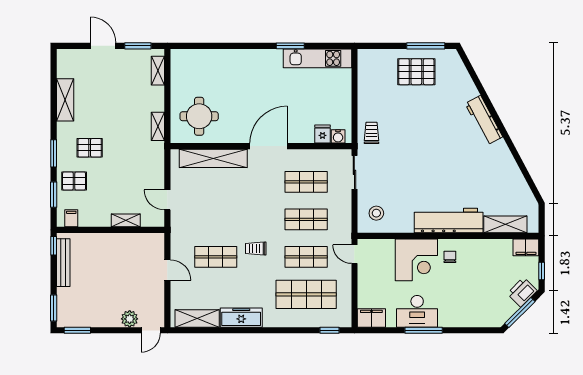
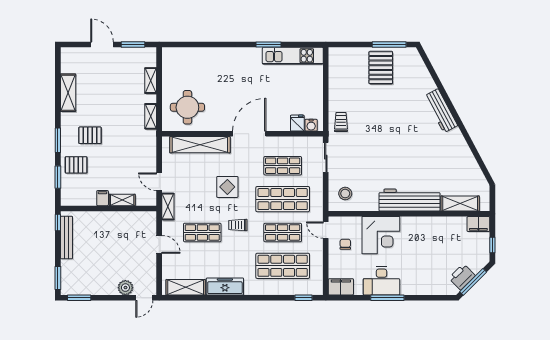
shelving: (158, 71) -> (151, 81), moved
pallet: (416, 72) -> (381, 68), turned 90
display table: (244, 206) -> (227, 187), added
filing cabinet: (71, 218) -> (103, 198), moved
shop shelf: (306, 219) -> (283, 199), width x1.43, depth x1.36
shelving: (177, 228) -> (168, 207), added
chair: (450, 257) -> (345, 244), moved
printer: (522, 292) -> (462, 277), moved

